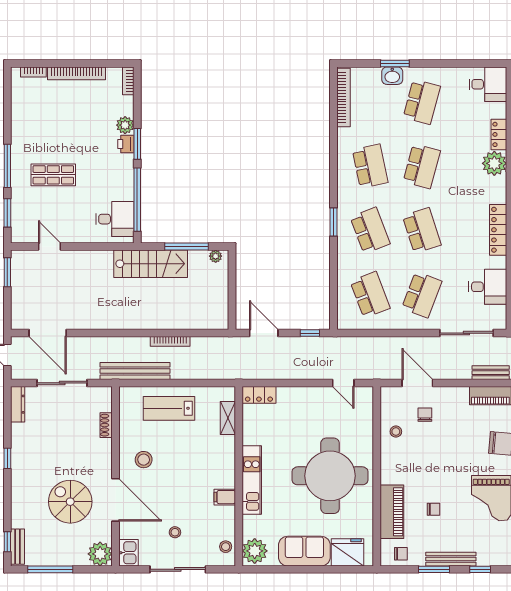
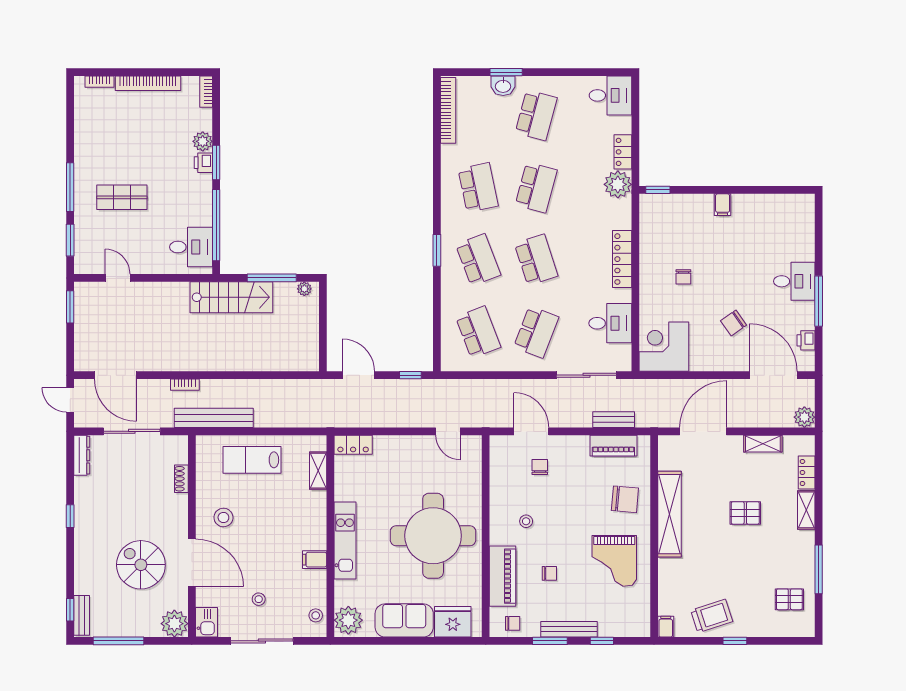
bookcase: (170, 341) -> (185, 385), moved, width x0.64
stool: (396, 432) -> (526, 521), moved

